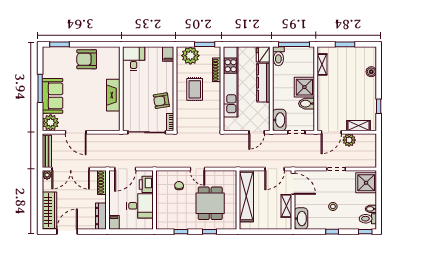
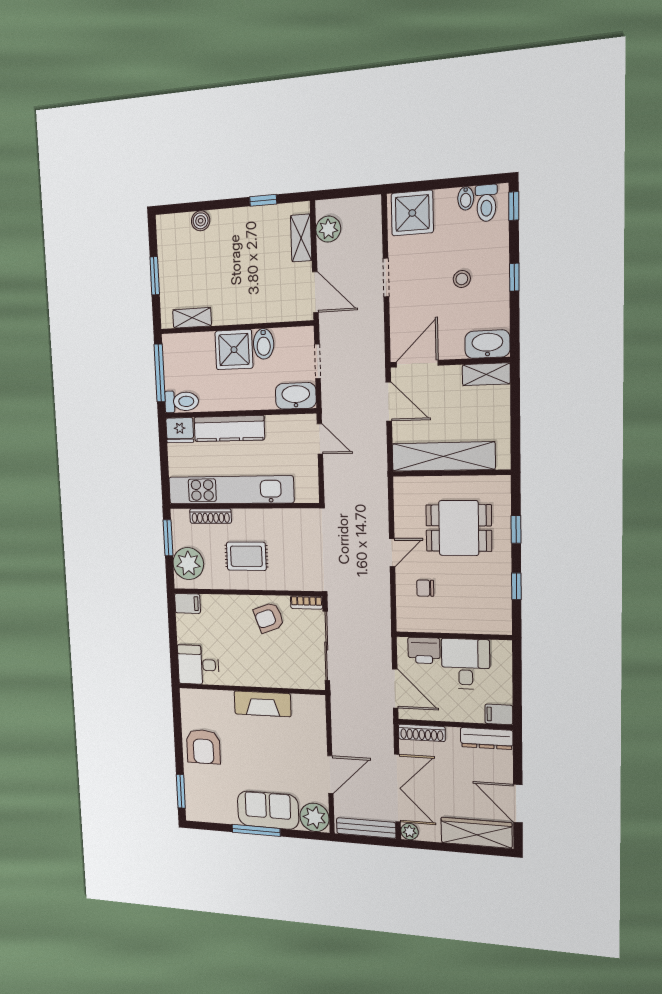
armchair: (161, 101) -> (269, 618), turned 79
plant: (349, 140) -> (328, 229), moved
shelving: (286, 206) -> (486, 374), moved

